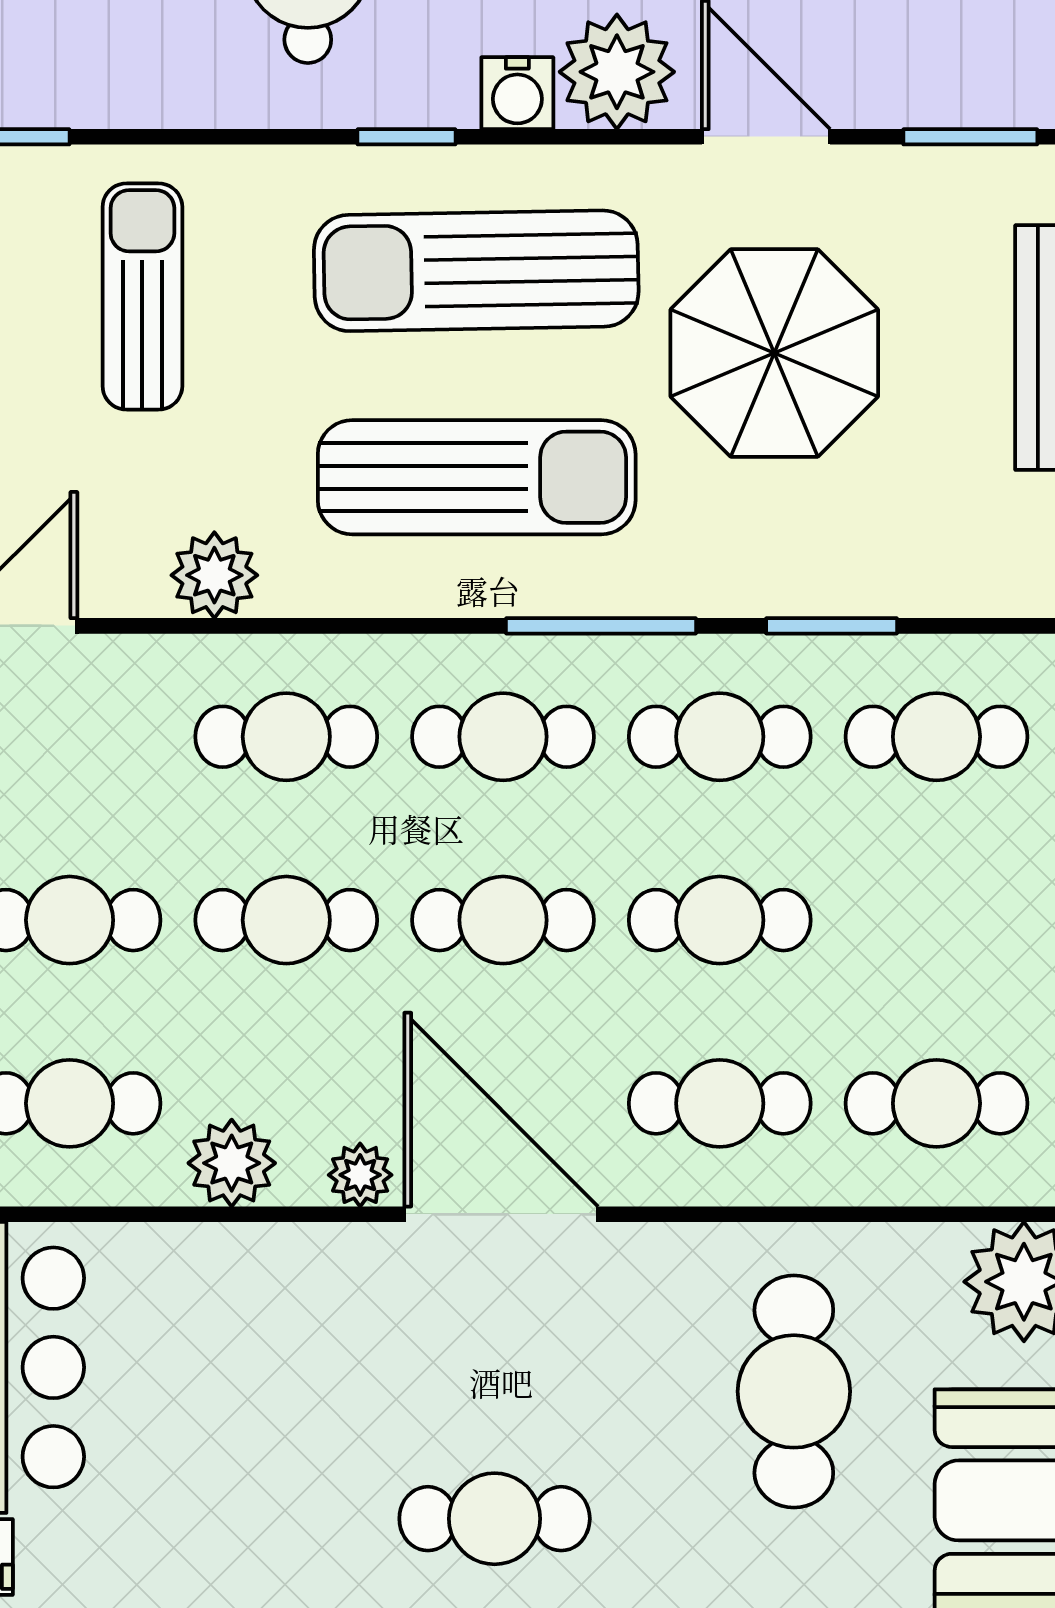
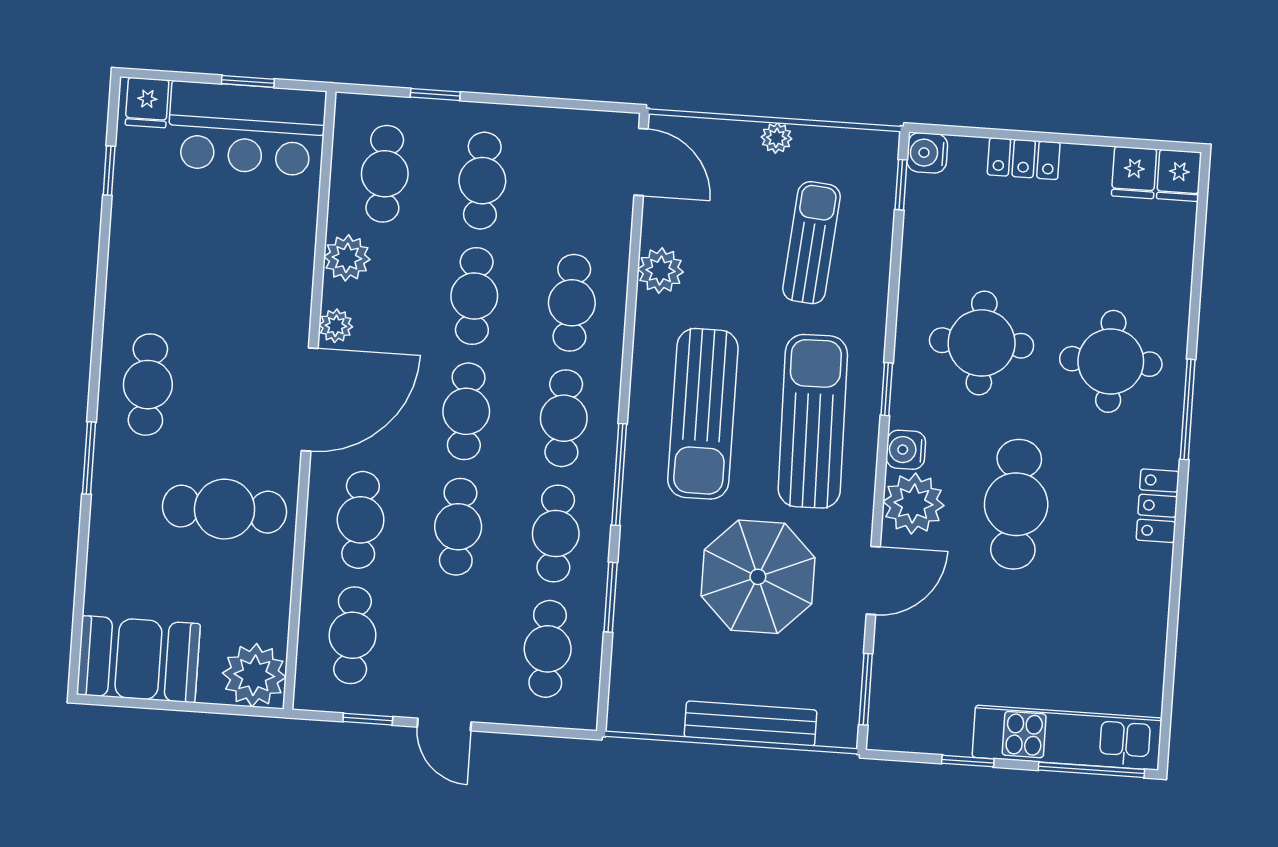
sun lounger: (142, 296) -> (812, 243), turned -85
cafe table: (794, 1391) -> (225, 509), moved

